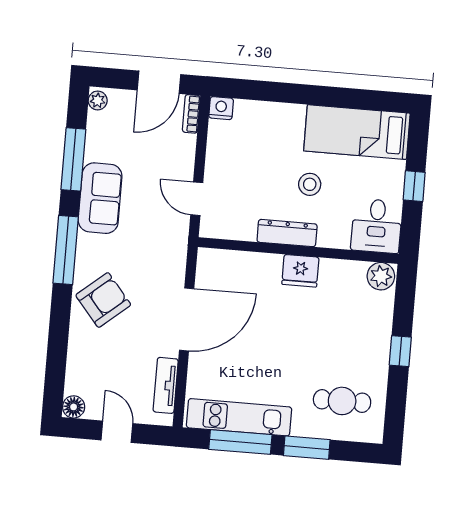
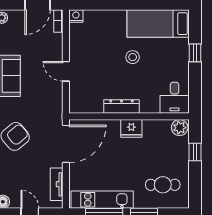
desk: (377, 226) -> (175, 98), moved
dresser: (287, 233) -> (121, 107), moved
wall: (298, 250) -> (129, 116), moved
fridge: (300, 271) -> (131, 128), moved
plant: (381, 276) -> (180, 128), moved

